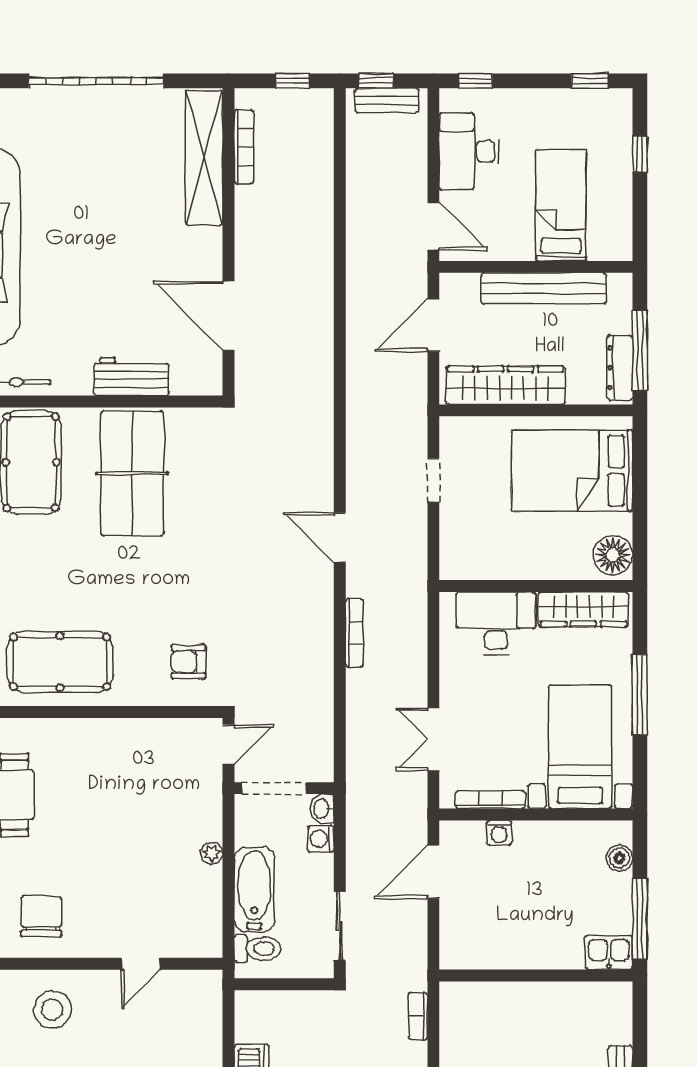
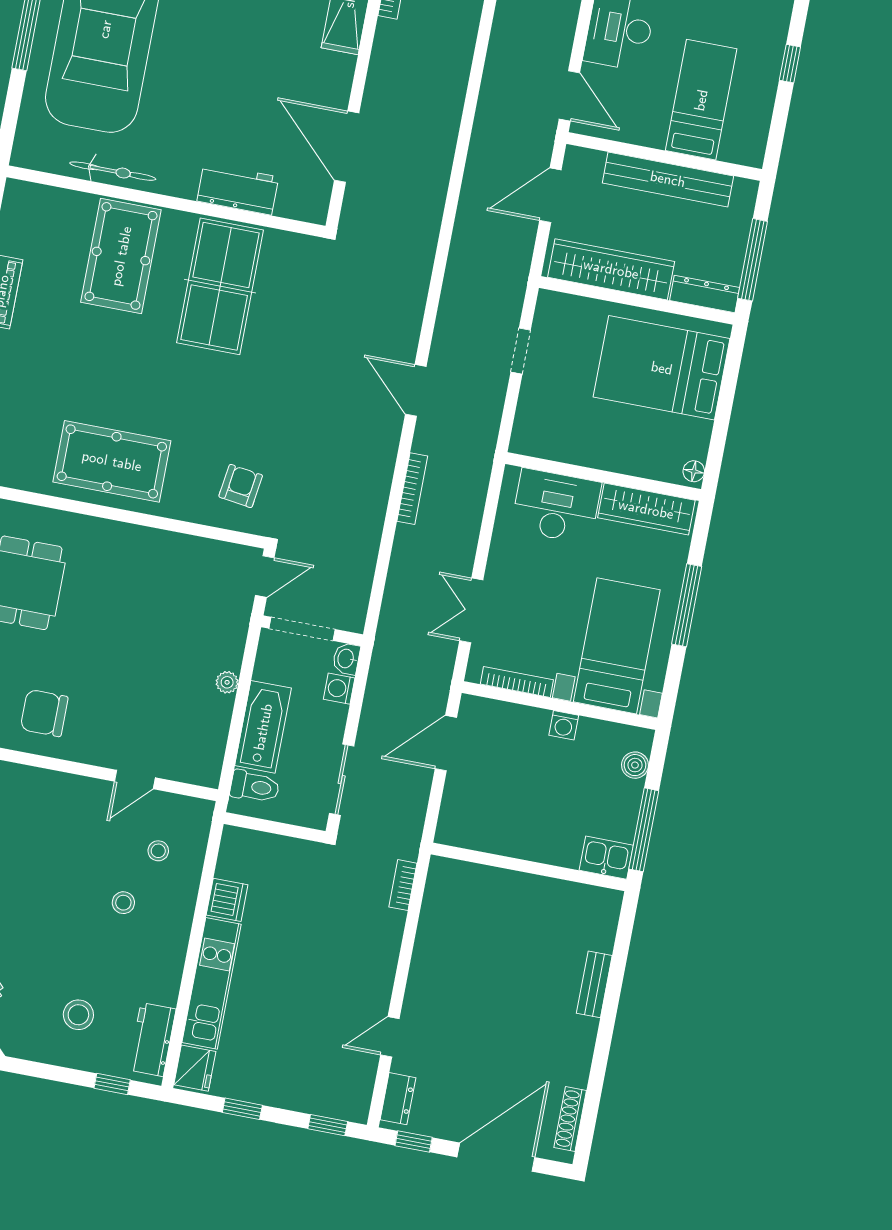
dresser: (620, 368) -> (705, 294), moved, turned 90
floor lamp: (613, 555) -> (694, 471), width x0.53, depth x0.53
armchair: (189, 662) -> (241, 486), turned 98
washing machine: (499, 833) -> (564, 725), moved
chair: (41, 916) -> (44, 713), turned -90
stool: (52, 1010) -> (158, 851), moved, width x0.53, depth x0.53

